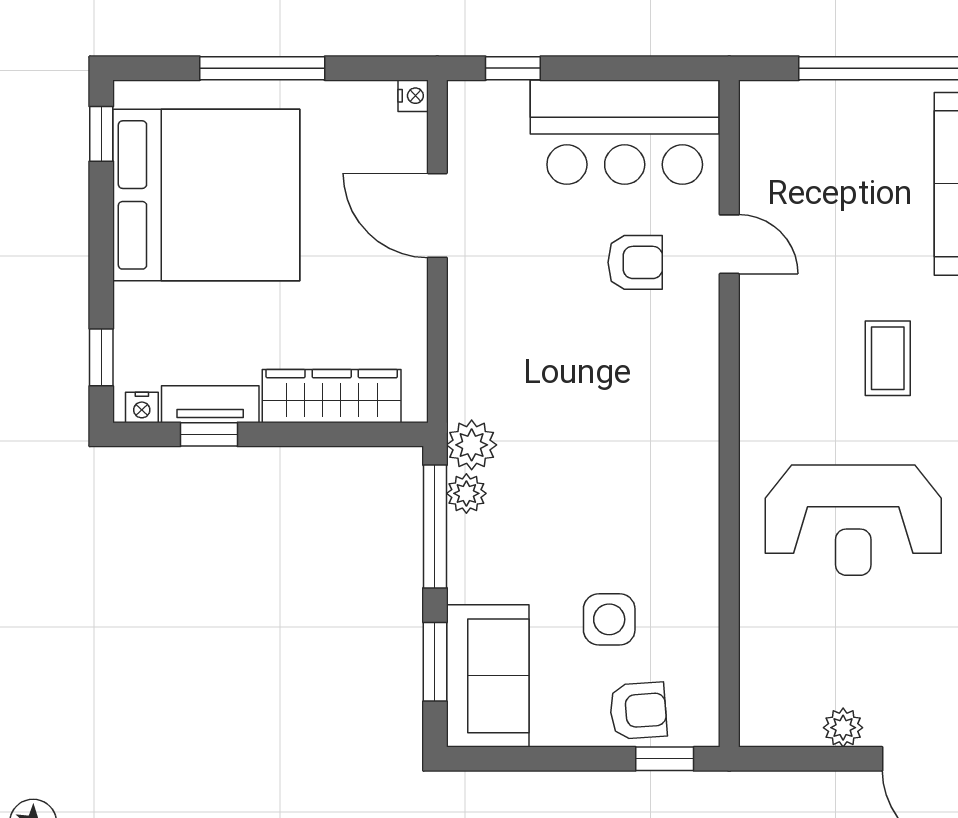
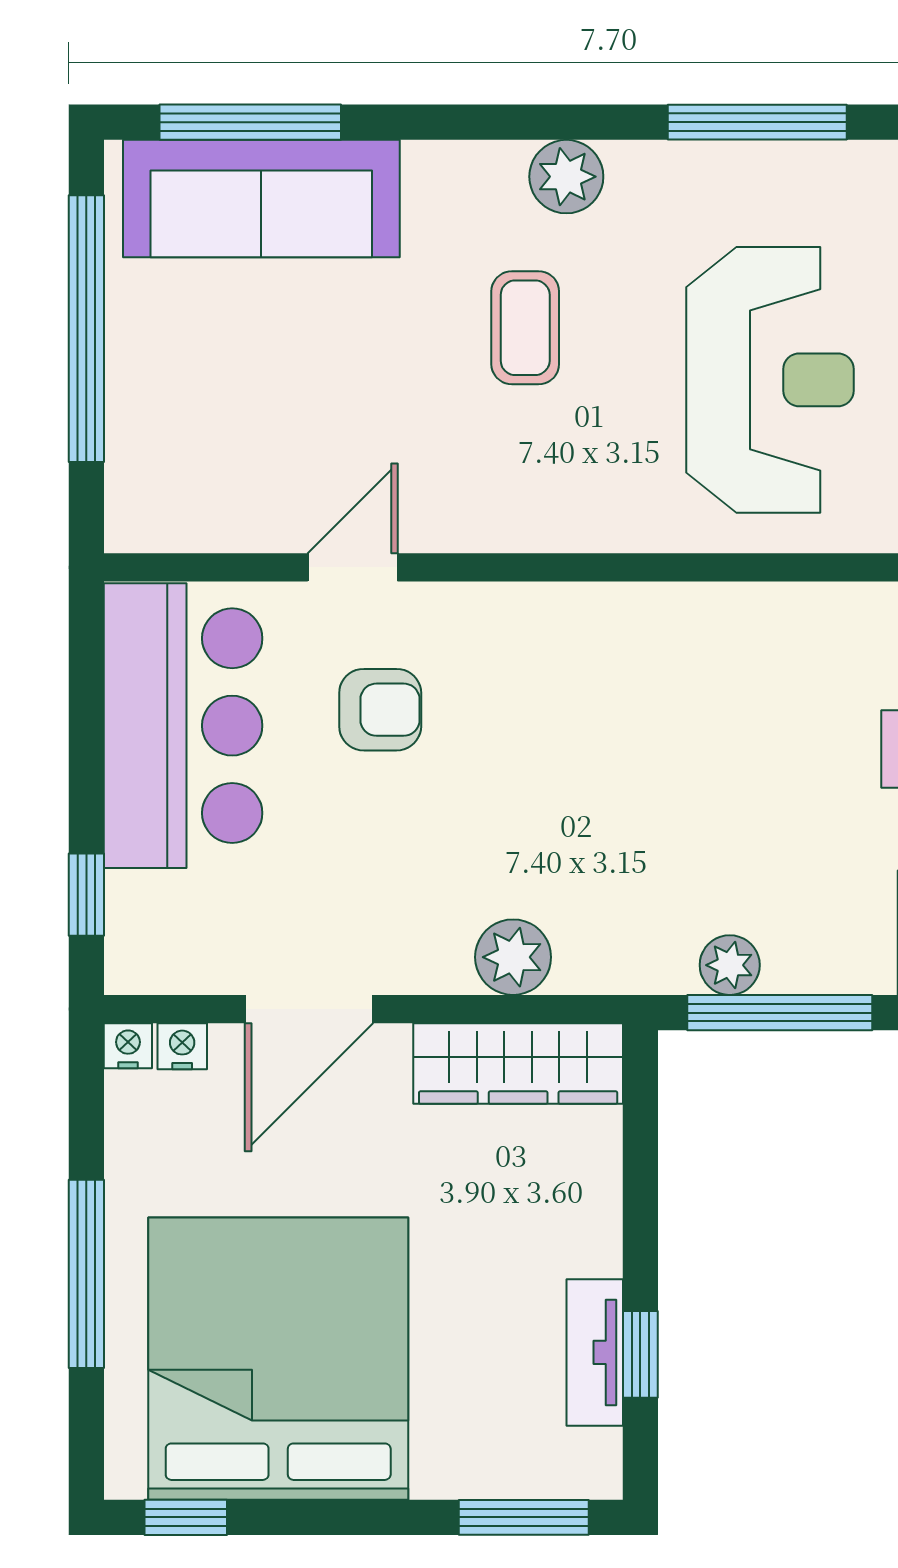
armchair: (635, 262) -> (380, 710), turned 90
window: (101, 357) -> (524, 1517), width x1.50
coffee table: (888, 358) -> (525, 328), turned 90
wardrobe: (332, 396) -> (518, 1064), moved, turned -90
nightstand: (142, 407) -> (182, 1046), moved, turned -90
plant: (472, 445) -> (513, 957), moved

